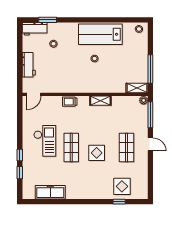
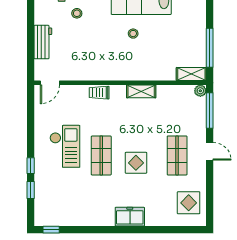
display table: (122, 186) -> (189, 203), moved
freezer: (50, 192) -> (130, 217), moved, width x0.71
window: (119, 202) -> (51, 230), moved

